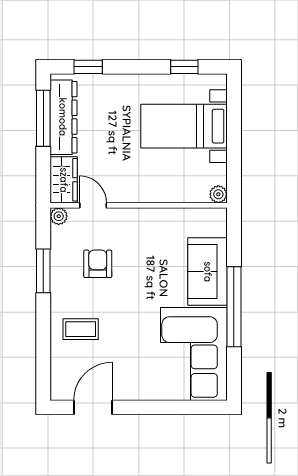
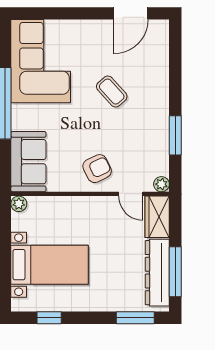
window: (88, 67) -> (135, 318), width x1.50
armchair: (98, 264) -> (97, 169), moved, turned -116
sofa: (208, 272) -> (28, 162), moved
coffee table: (81, 329) -> (112, 92), moved, turned 48

